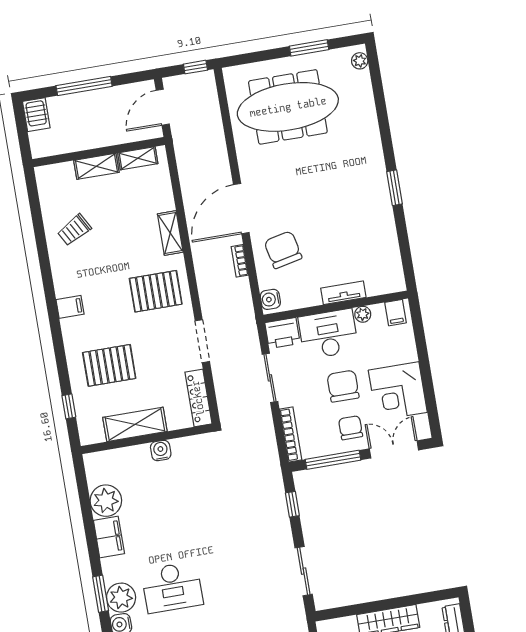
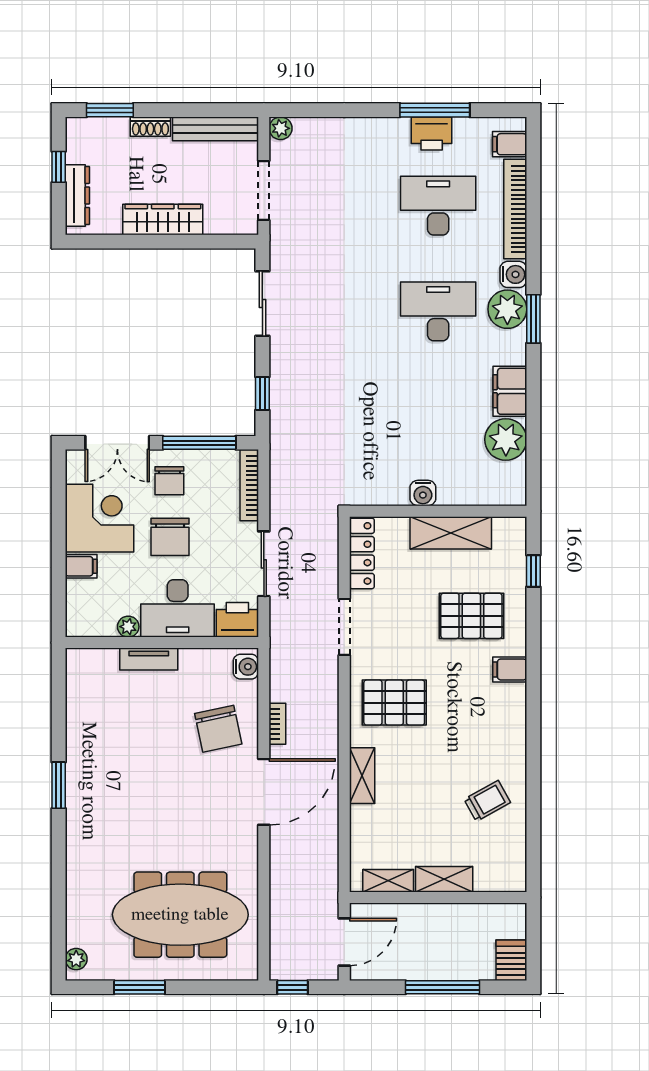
filing cabinet: (70, 307) -> (510, 669), moved
filing cabinet: (395, 313) -> (81, 566), moved, turned 90

